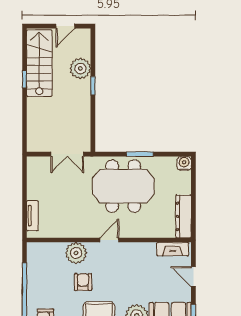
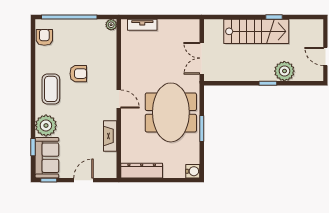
stairs: (39, 63) -> (256, 31), moved
fireplace: (173, 249) -> (110, 136), moved
plant: (76, 253) -> (111, 25), moved, width x0.53, depth x0.53

